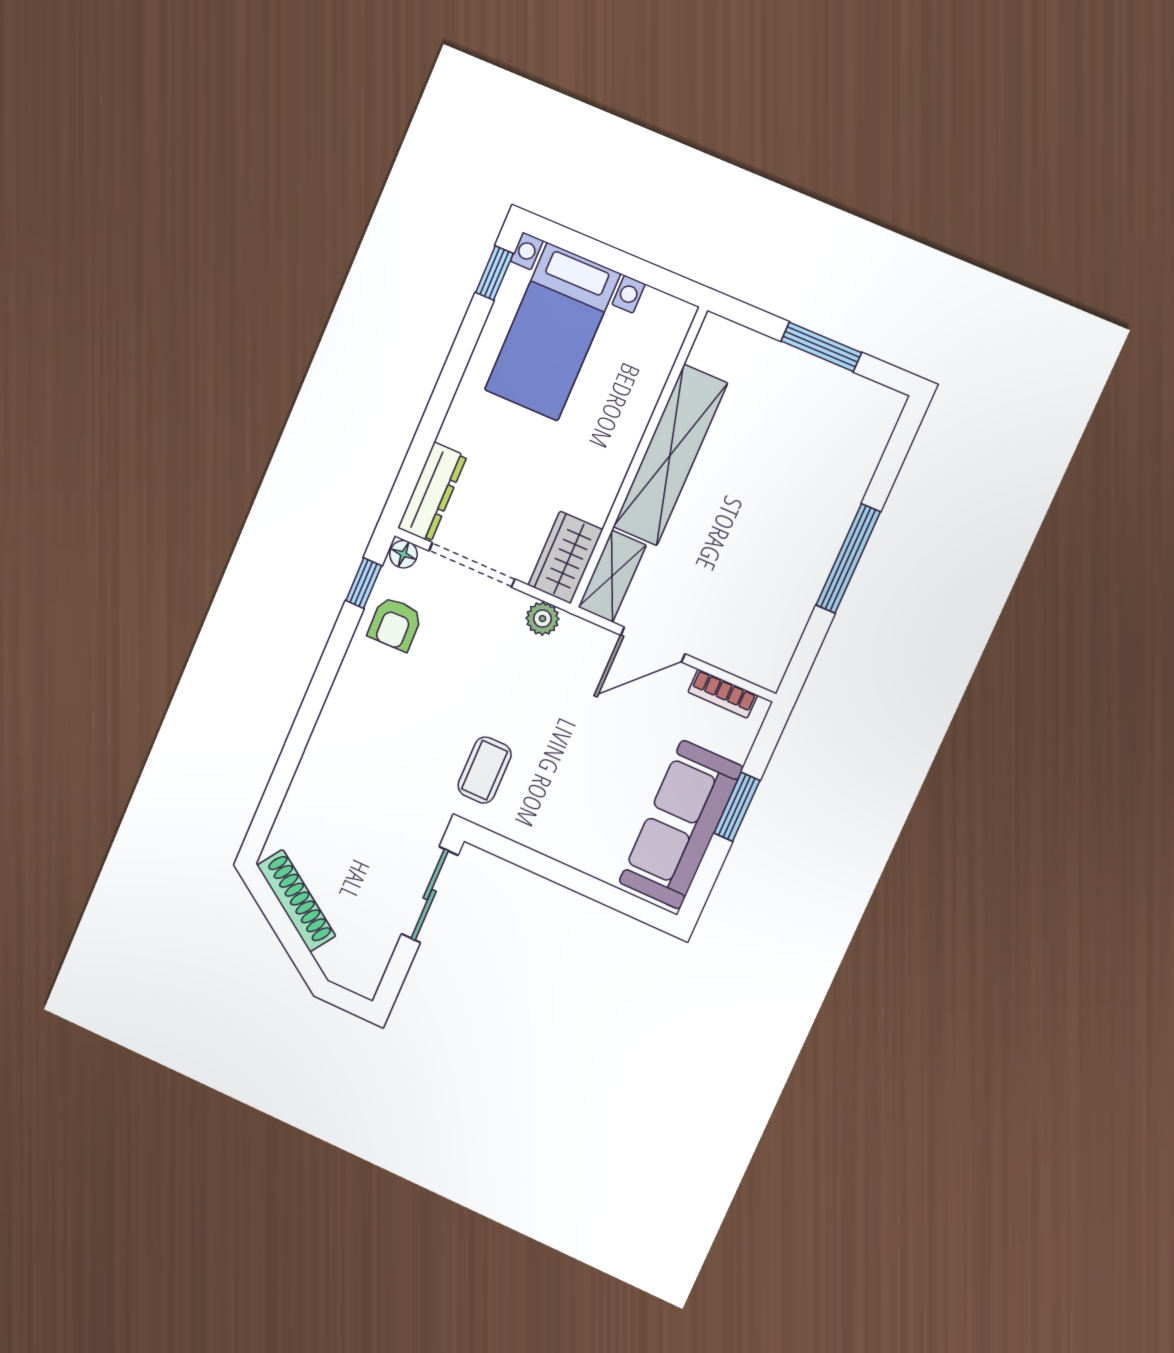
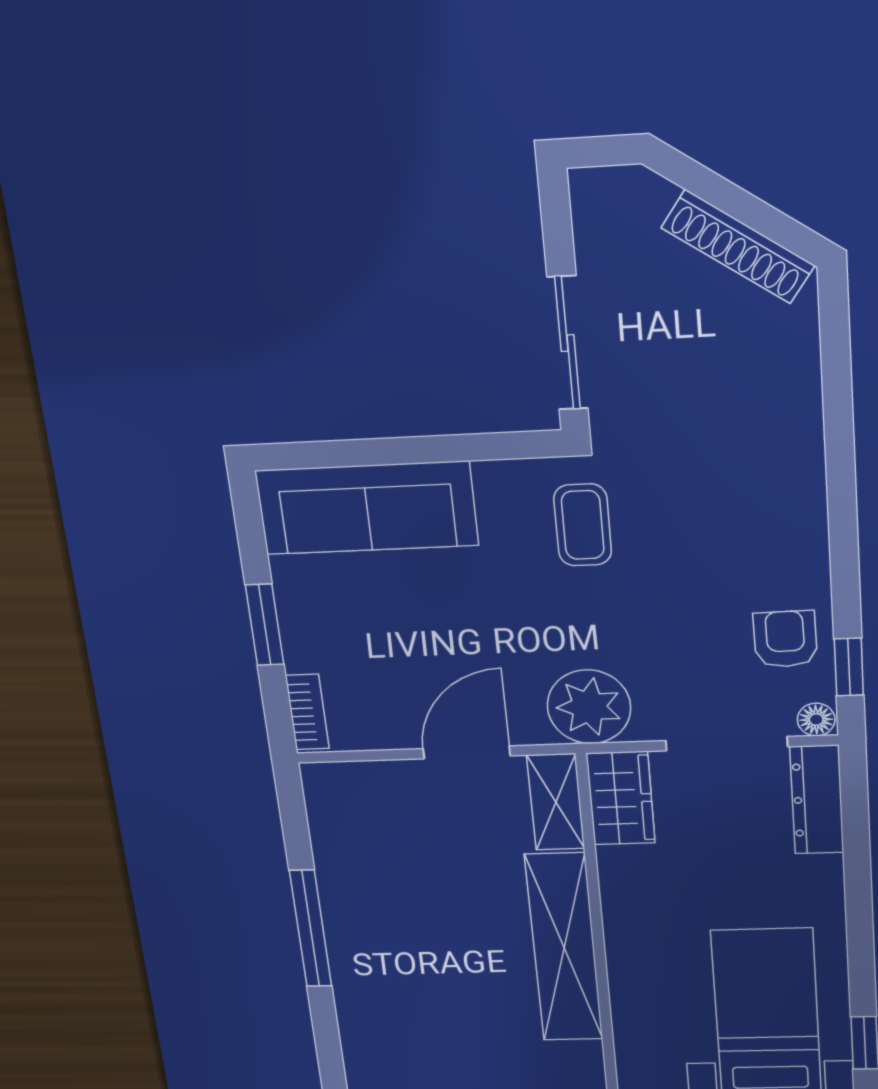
plant: (542, 619) -> (589, 707), width x1.87, depth x1.87
bookcase: (723, 694) -> (307, 712), moved, turned 90
sofa: (681, 825) -> (367, 508), moved, turned 90

